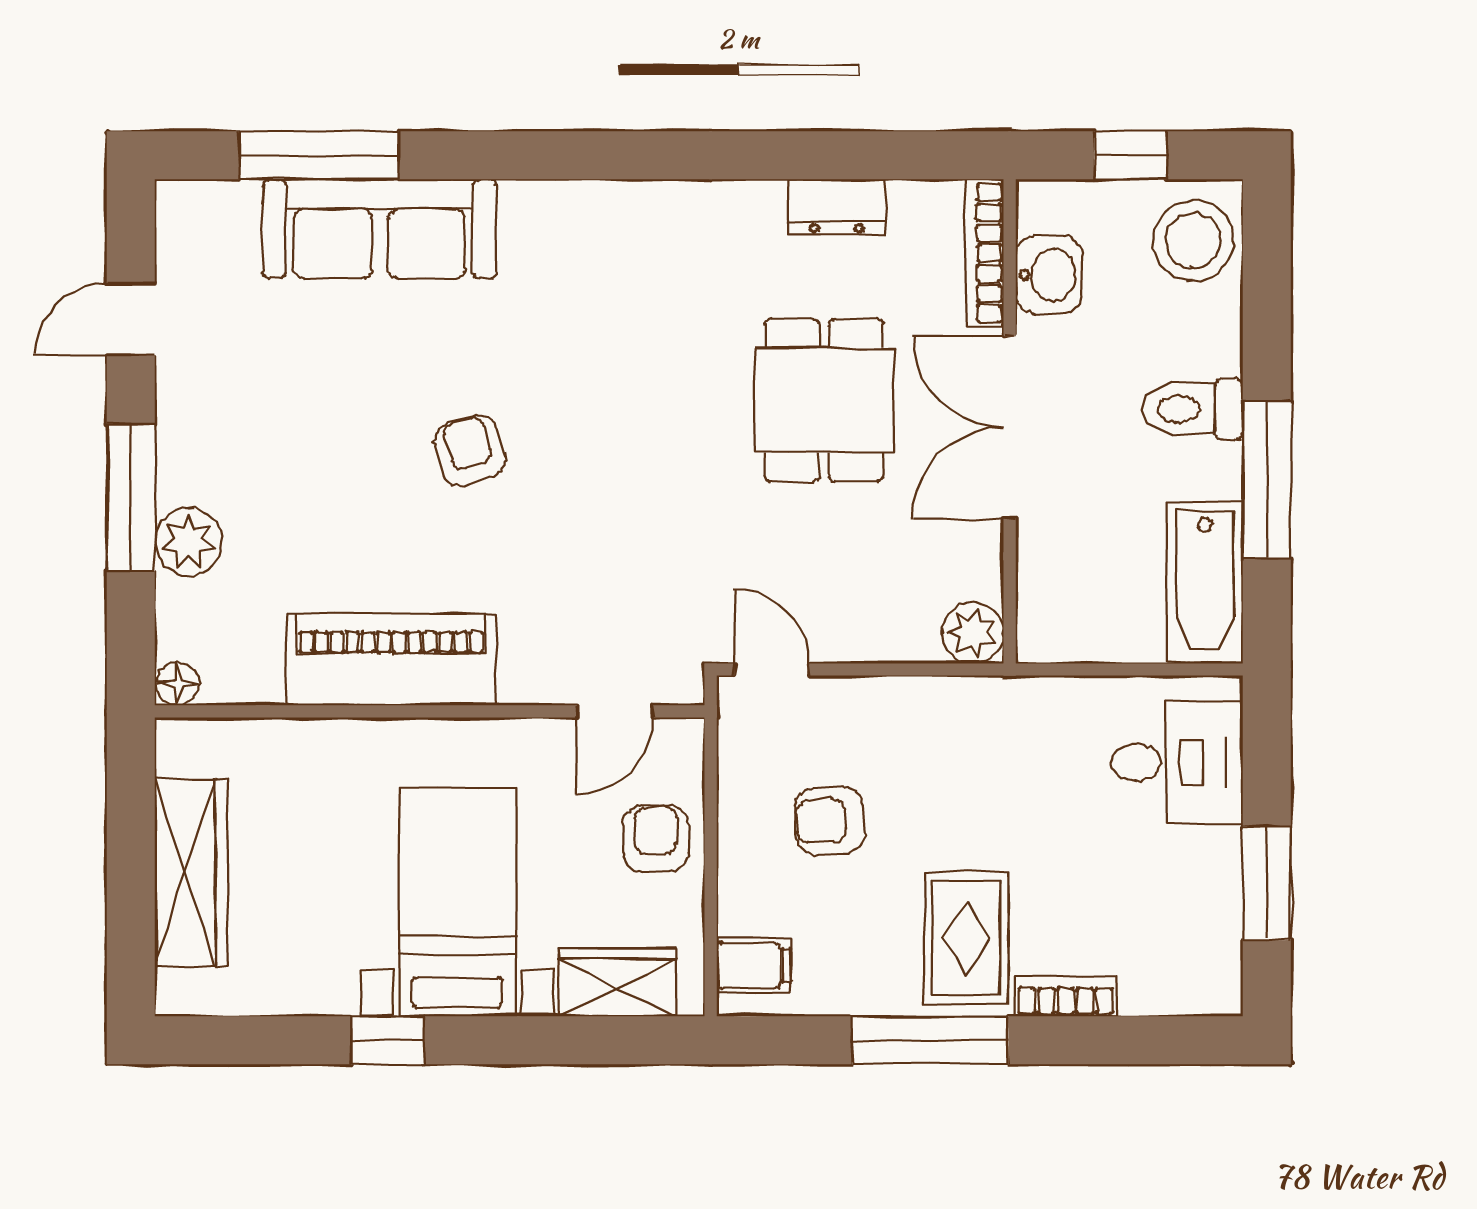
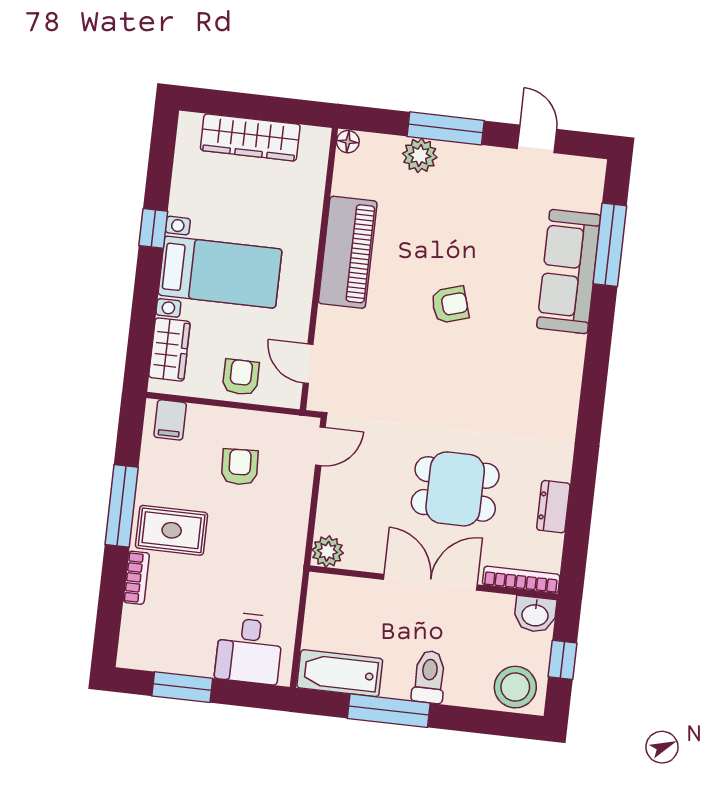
washbasin: (1049, 275) -> (535, 614), moved
armchair: (656, 838) -> (241, 377), turned -90

